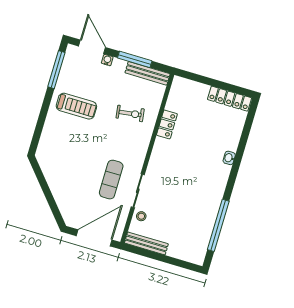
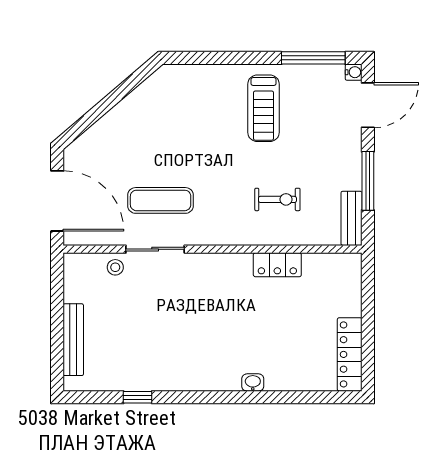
water cooler: (107, 60) -> (354, 72), moved
bench: (148, 73) -> (351, 218), width x0.73
exercise bike: (130, 113) -> (277, 199), turned -82
window: (218, 225) -> (138, 397), width x0.32
bench: (146, 243) -> (73, 340), moved

